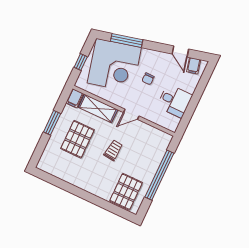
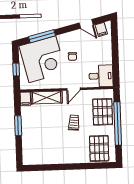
desk: (175, 101) -> (101, 76), moved
pallet: (78, 139) -> (103, 112), moved

